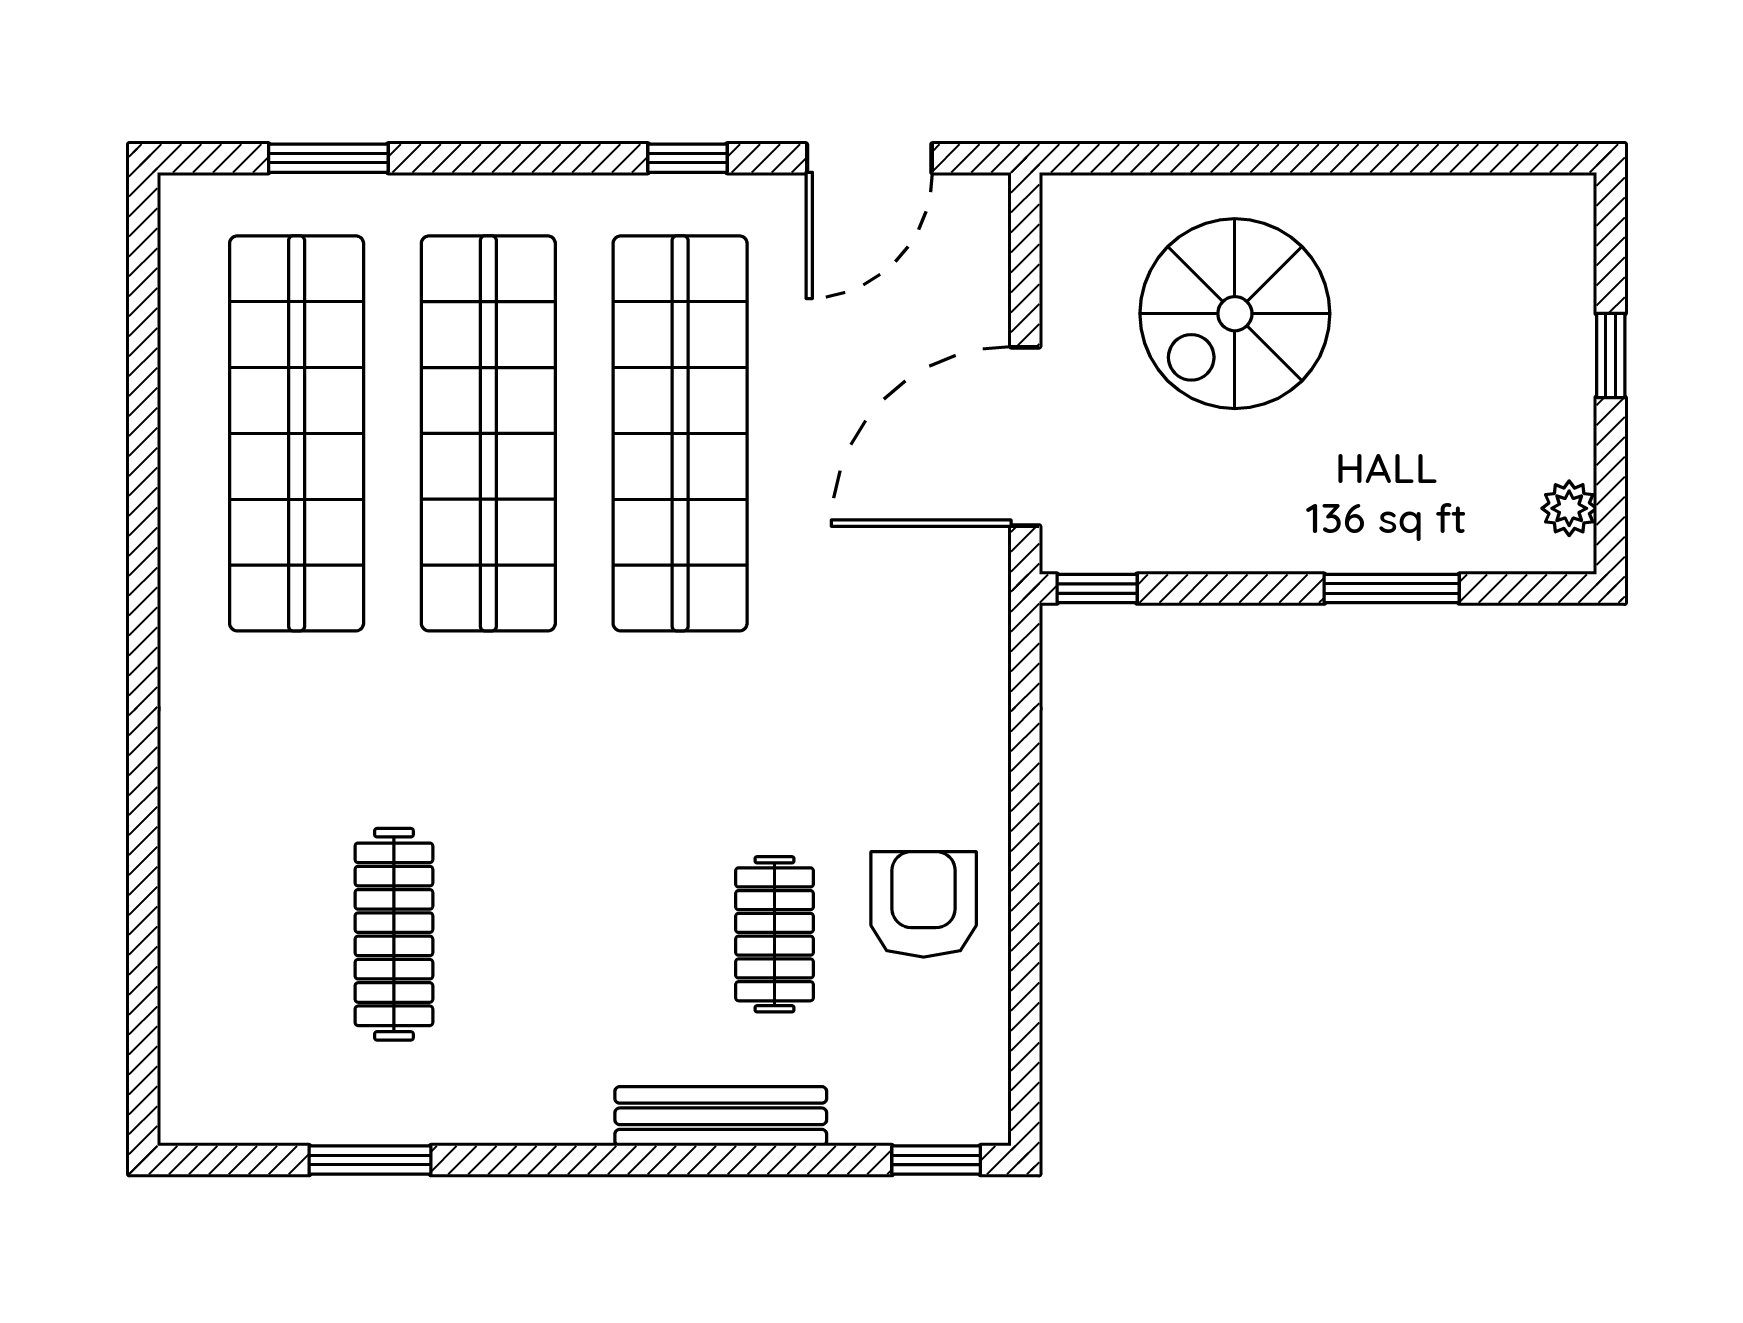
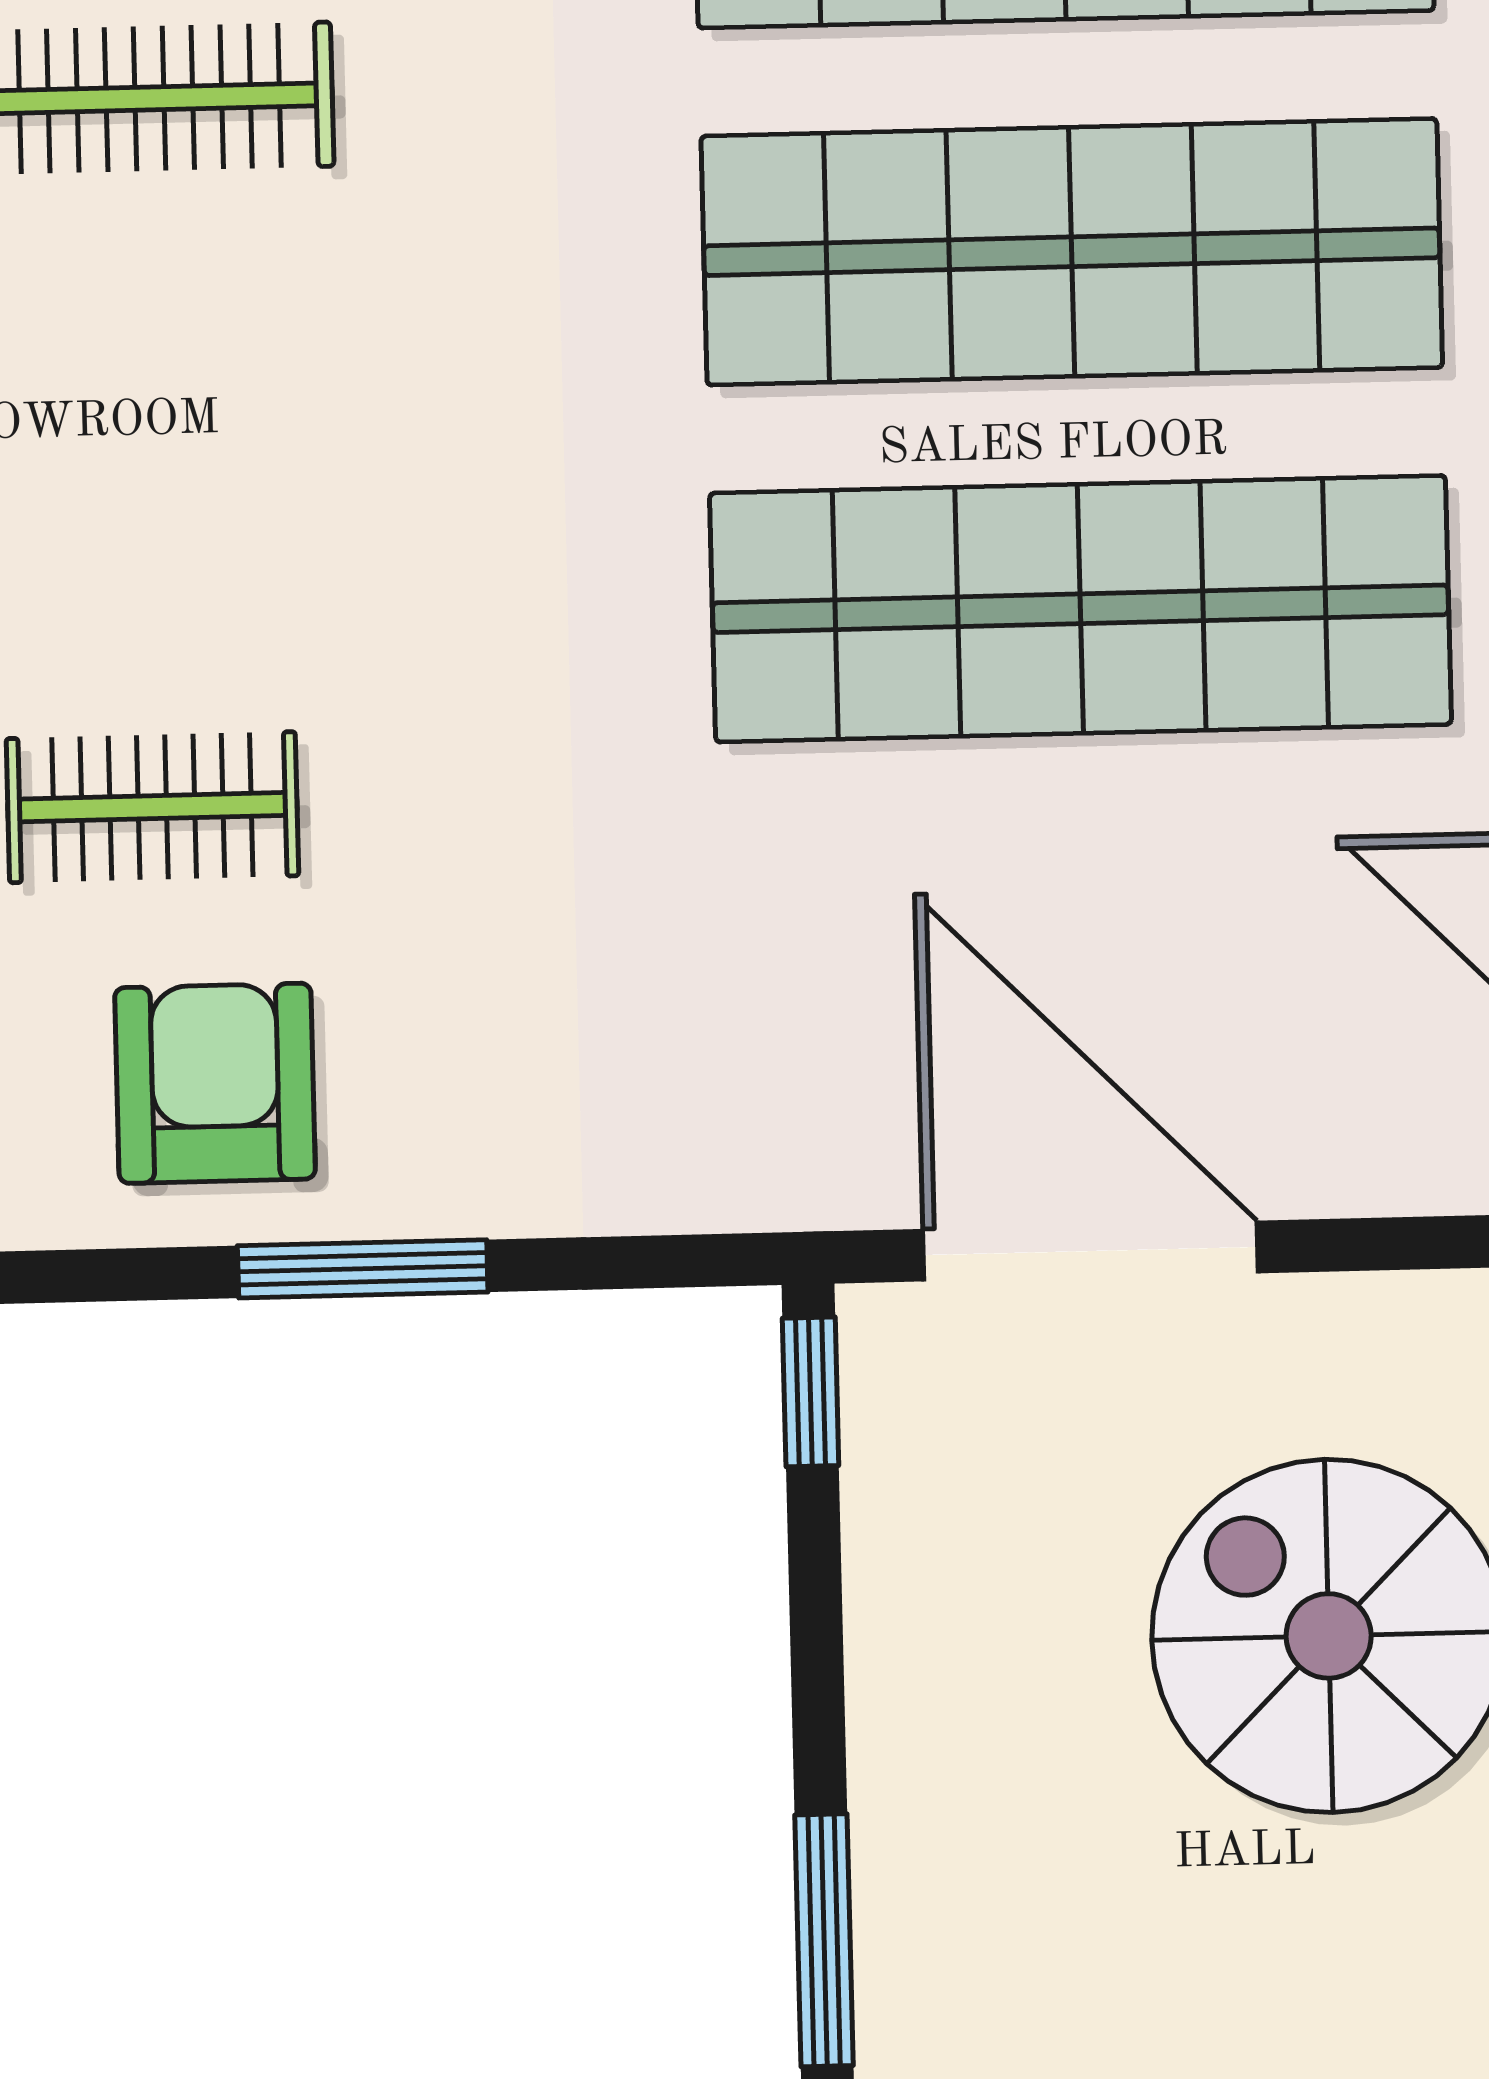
window: (1025, 827) -> (363, 1269), added
armchair: (924, 904) -> (215, 1083), turned -90

